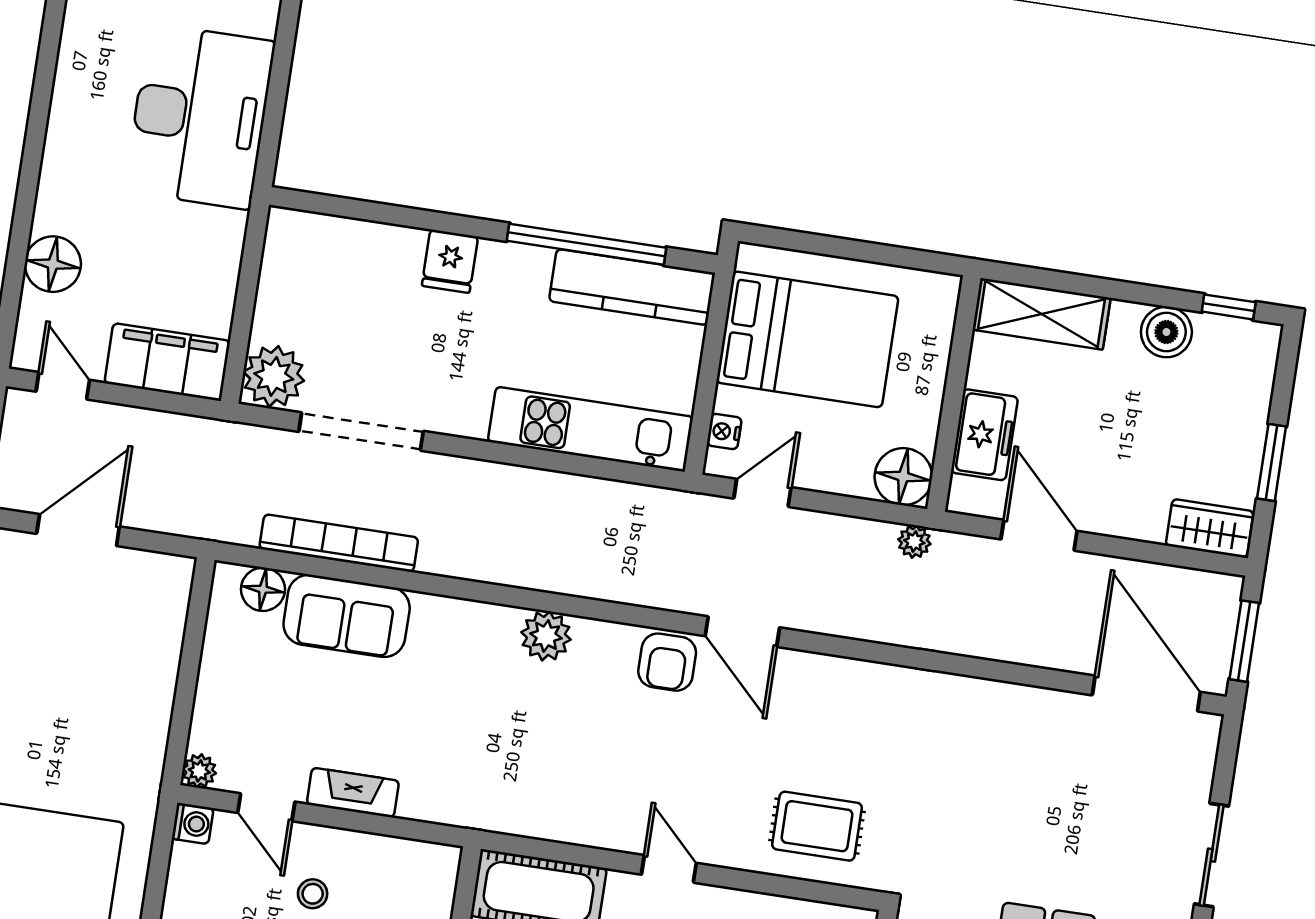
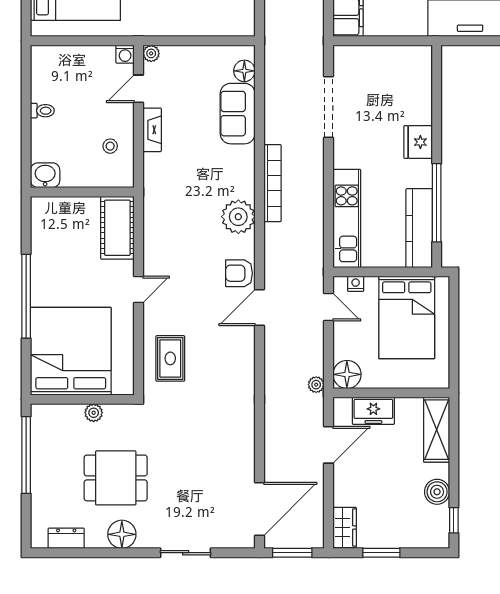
fridge: (450, 261) -> (418, 142), width x1.38
plant: (274, 376) -> (349, 60), removed
bookcase: (339, 543) -> (272, 183), moved
plant: (546, 636) -> (238, 217), width x1.36, depth x1.36
stool: (313, 894) -> (110, 146), moved

